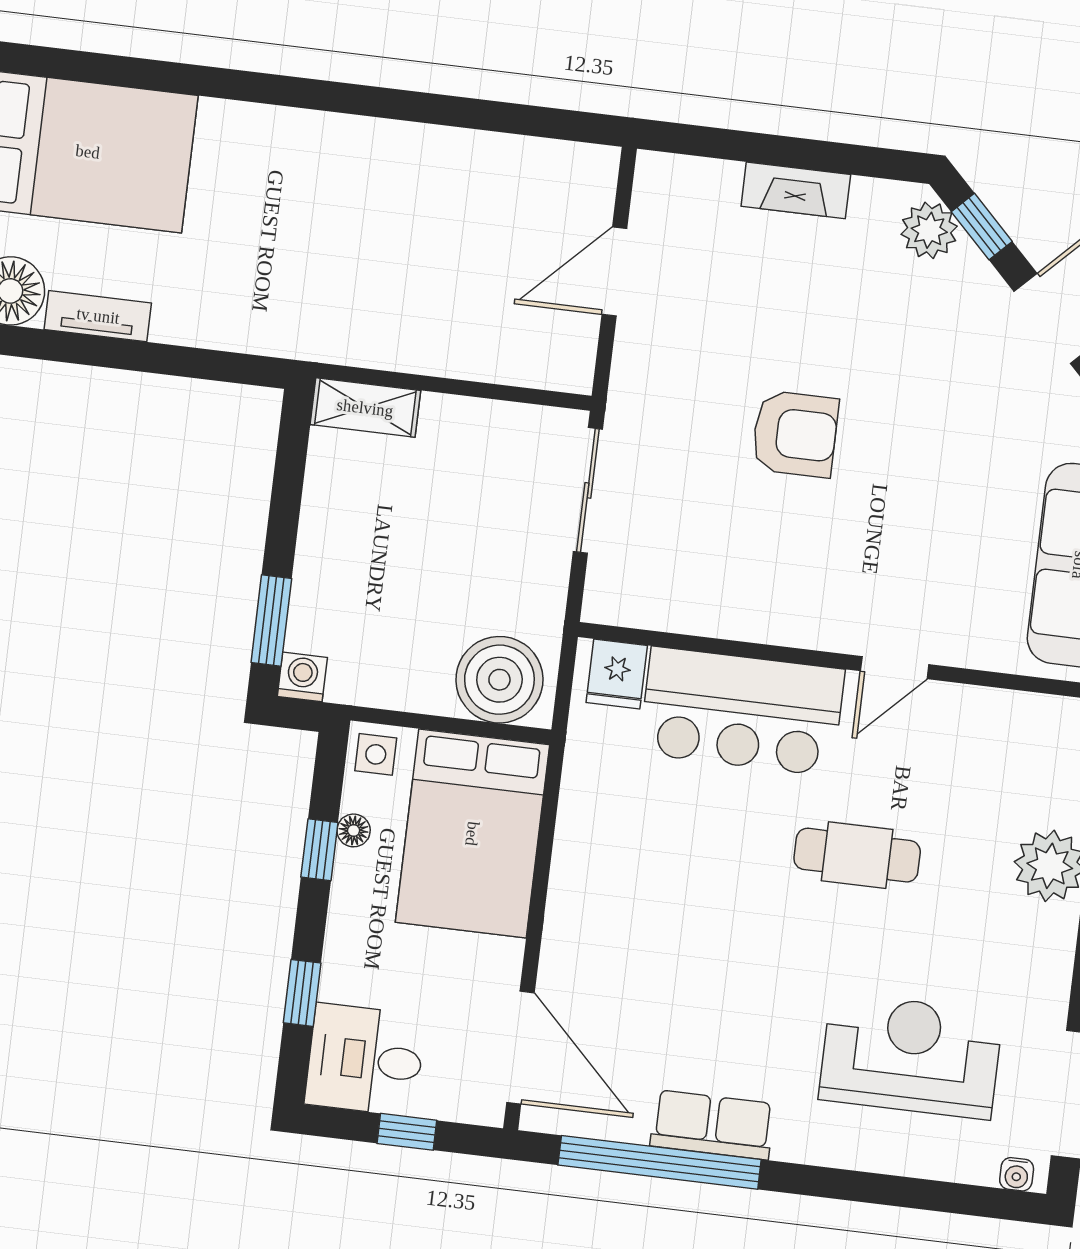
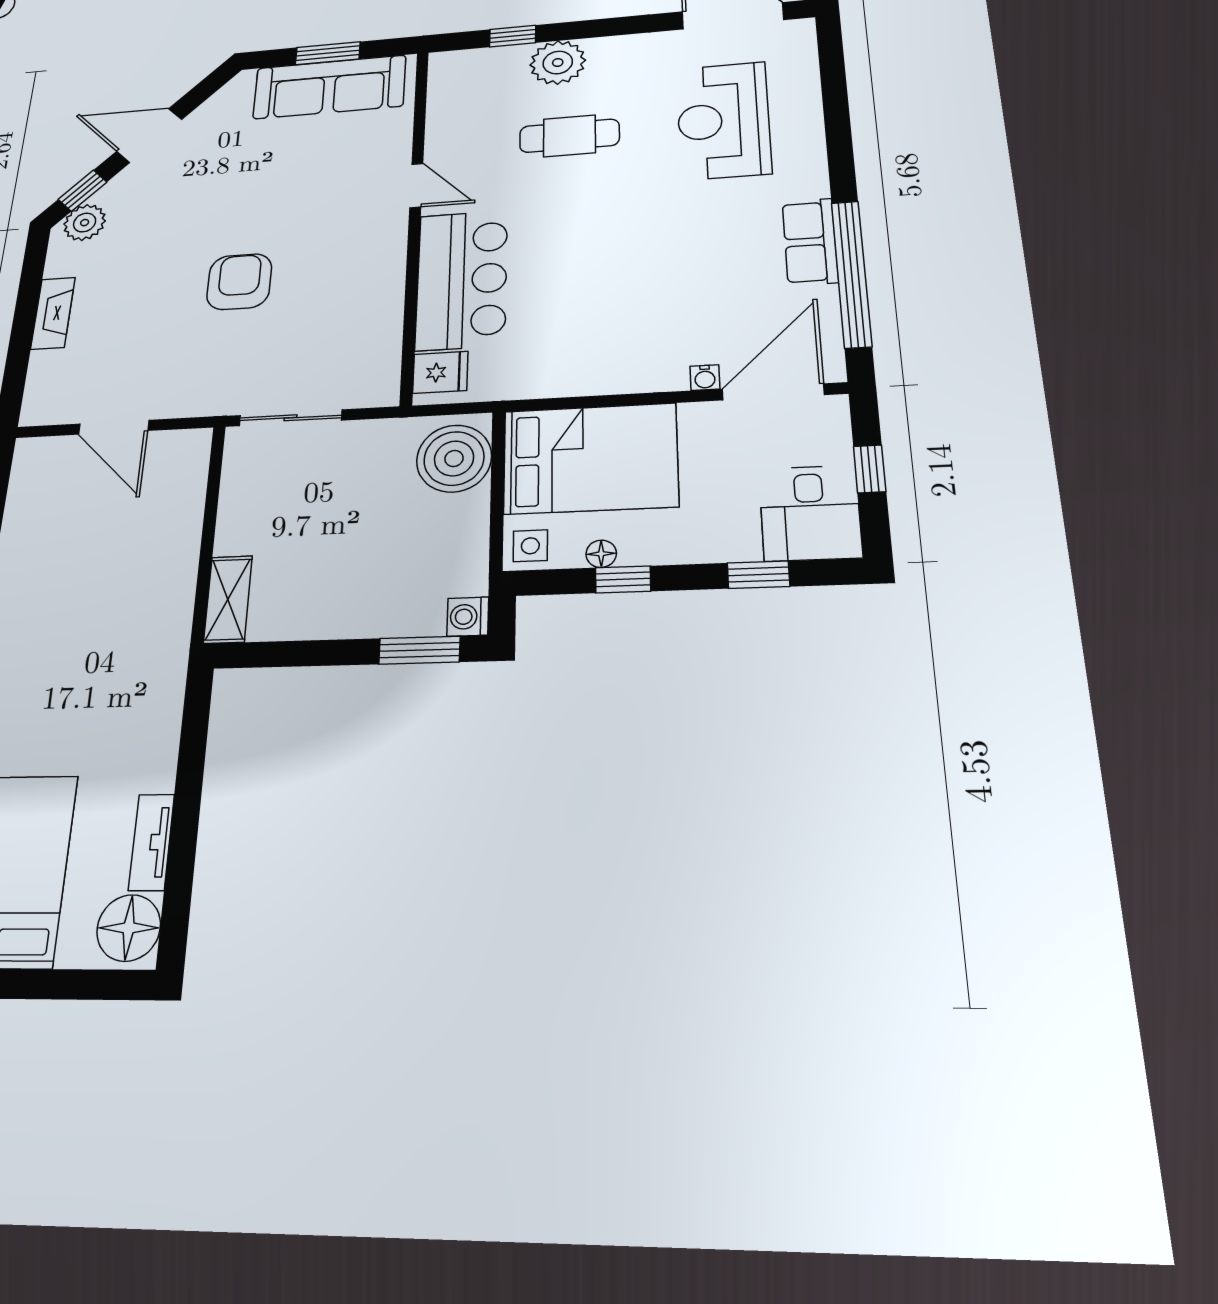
cafe table: (857, 855) -> (569, 136), moved, turned 90
water cooler: (1017, 1174) -> (705, 378), moved, turned 90

